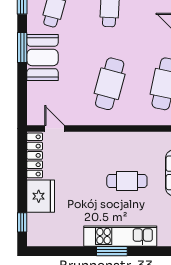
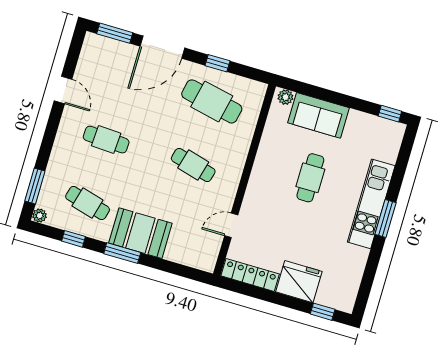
cafe table: (110, 84) -> (193, 165), width x0.73, depth x0.74
door: (54, 129) -> (231, 225), moved

